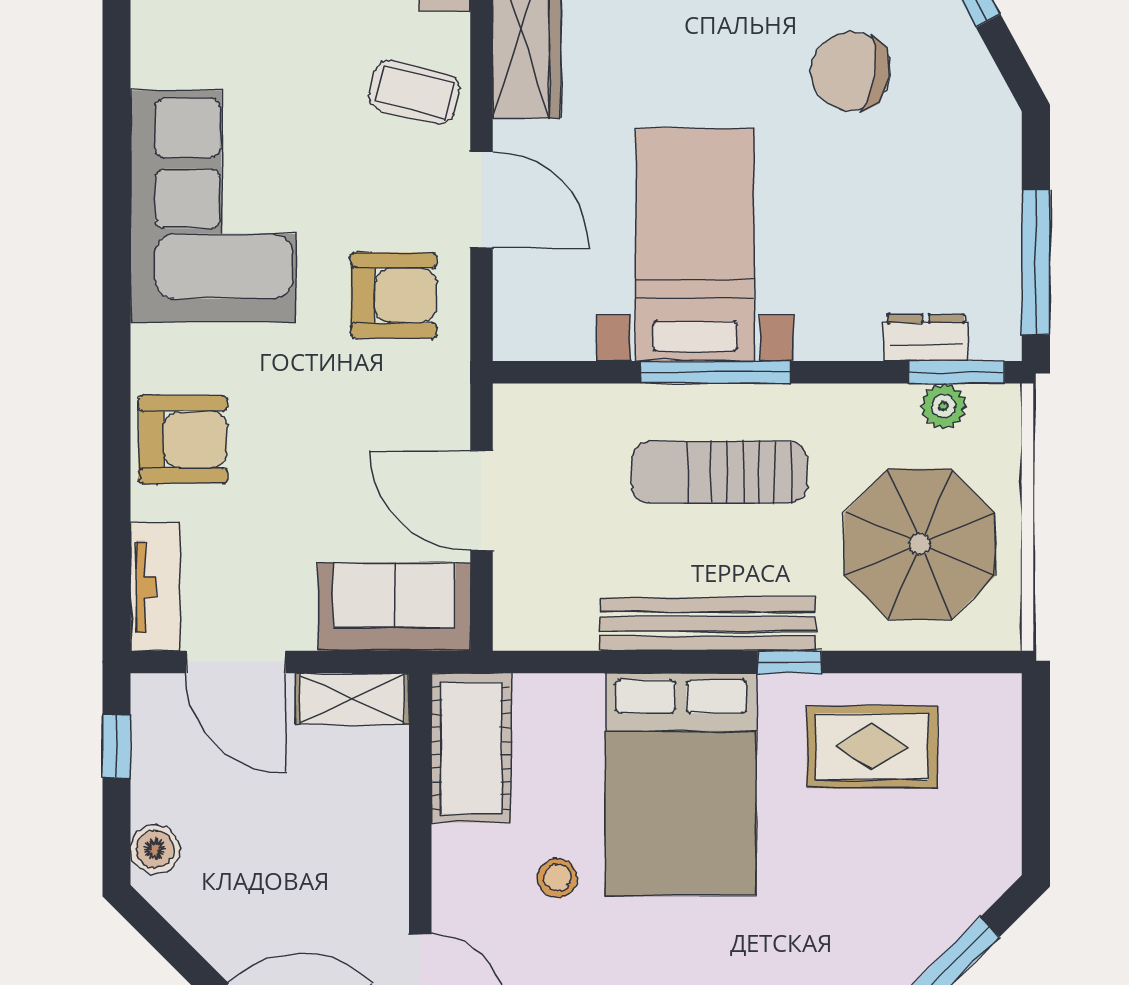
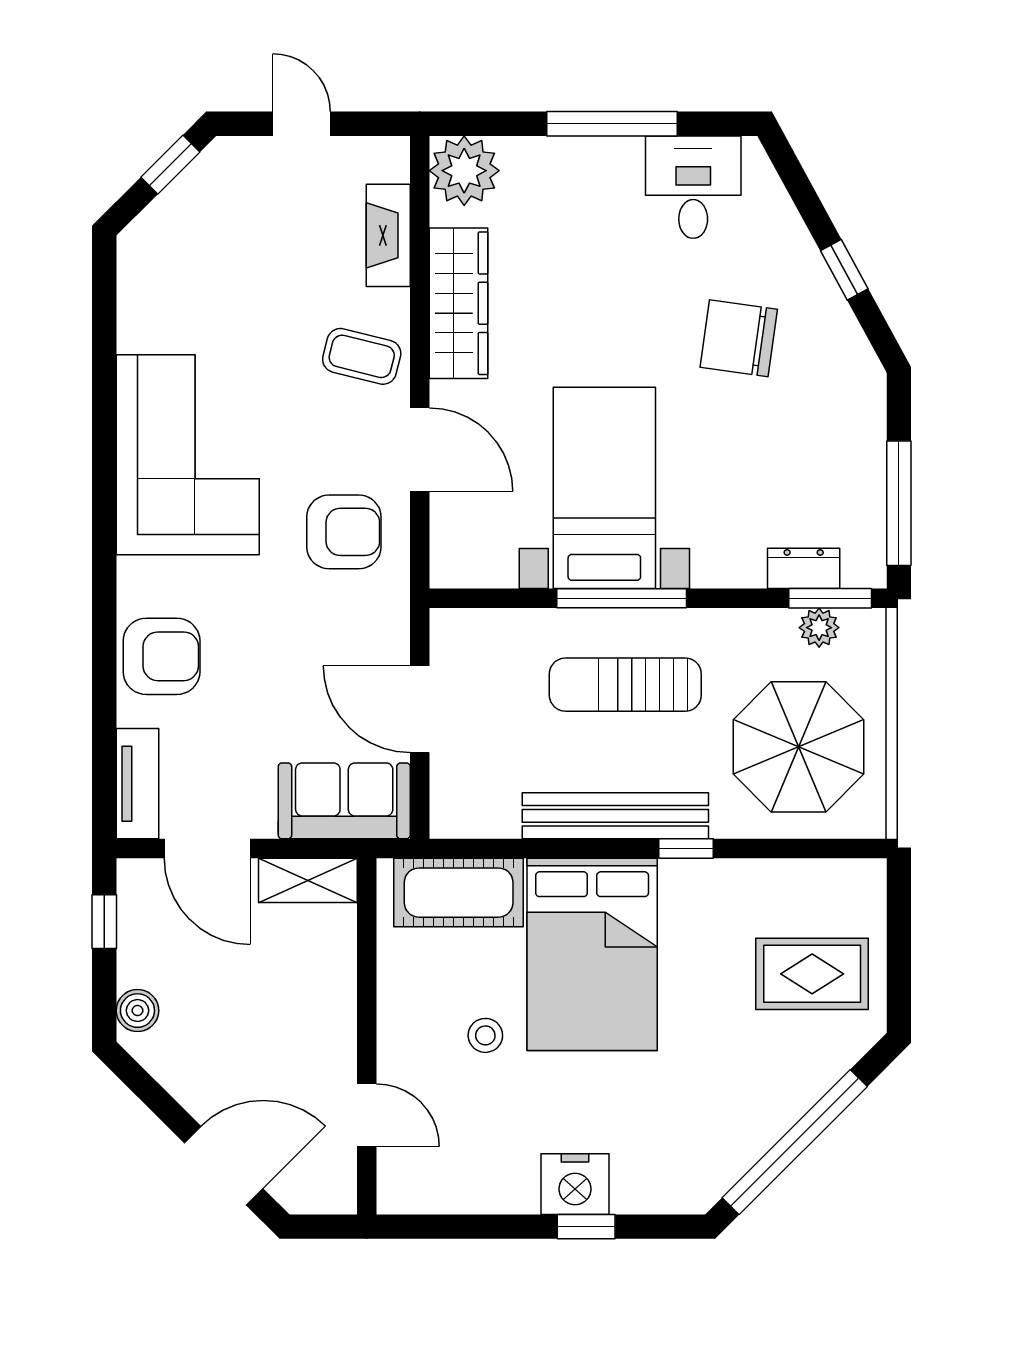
rug: (872, 747) -> (812, 974), moved
cot: (471, 748) -> (459, 893), moved, turned 90

